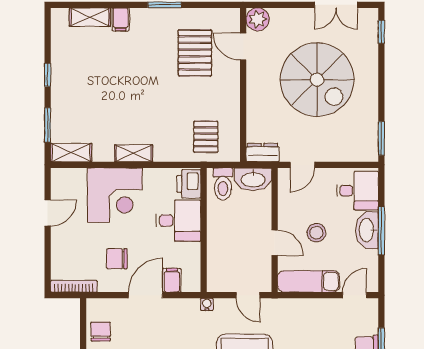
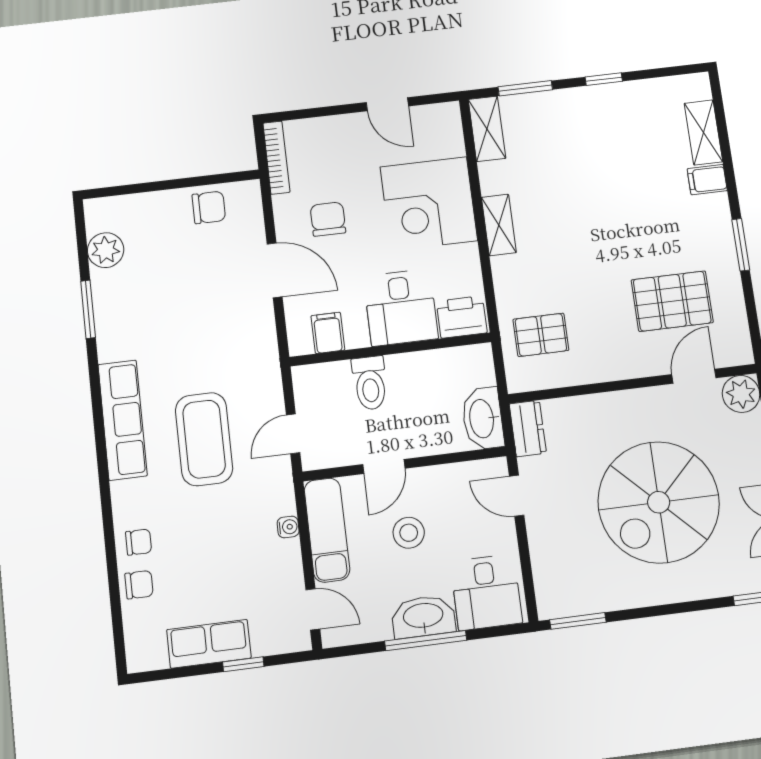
toilet: (223, 184) -> (370, 383), moved, turned -90
filing cabinet: (172, 280) -> (328, 333), moved, turned -90
water cooler: (207, 304) -> (288, 527), moved

